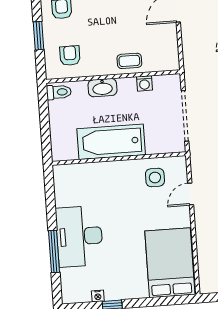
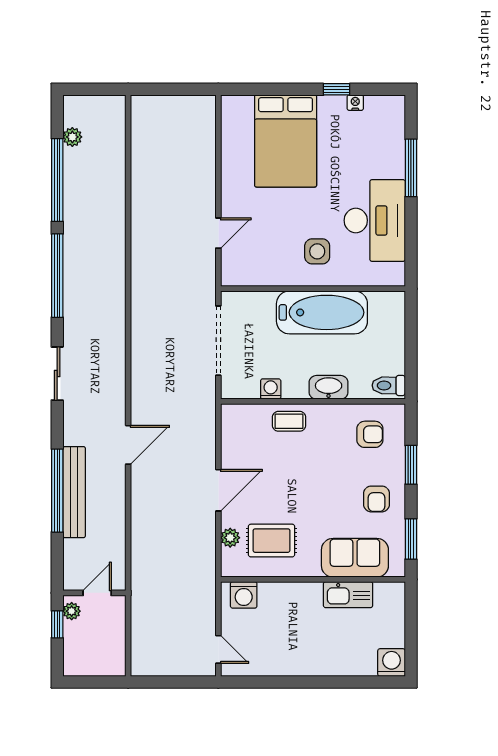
armchair: (70, 56) -> (370, 434), turned -90
side table: (155, 178) -> (317, 251), moved
desk: (79, 236) -> (375, 220), moved
bed: (170, 263) -> (286, 141), moved

